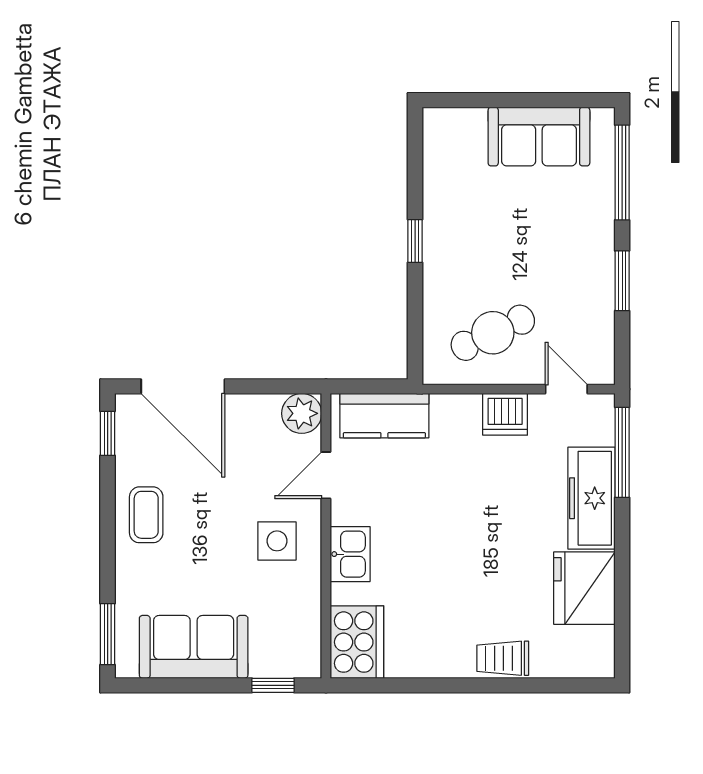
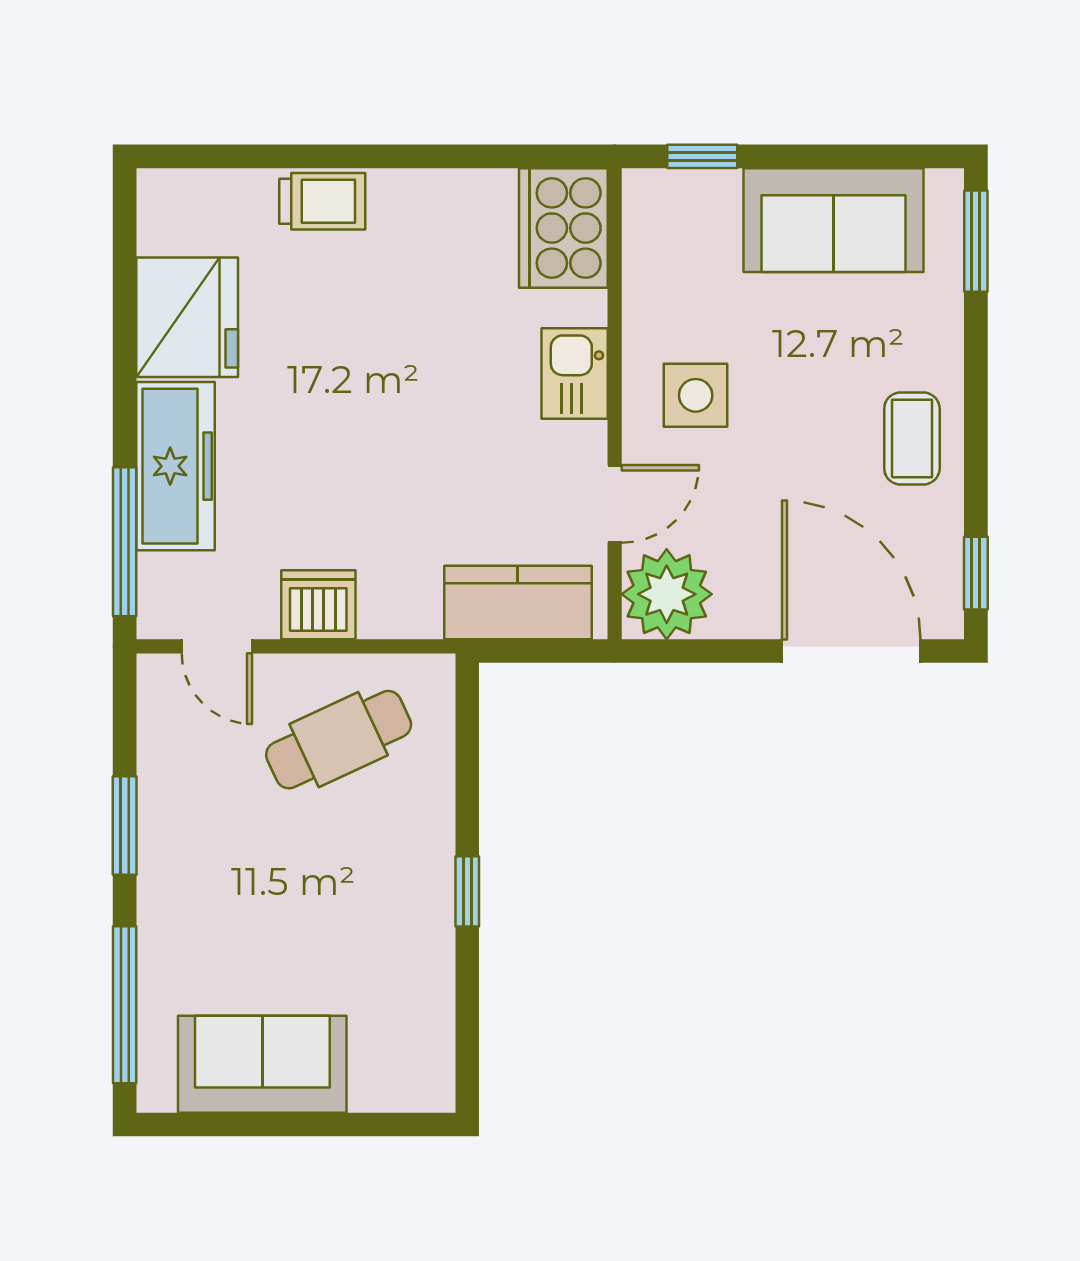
plant: (302, 413) -> (667, 594), width x1.36, depth x1.36

